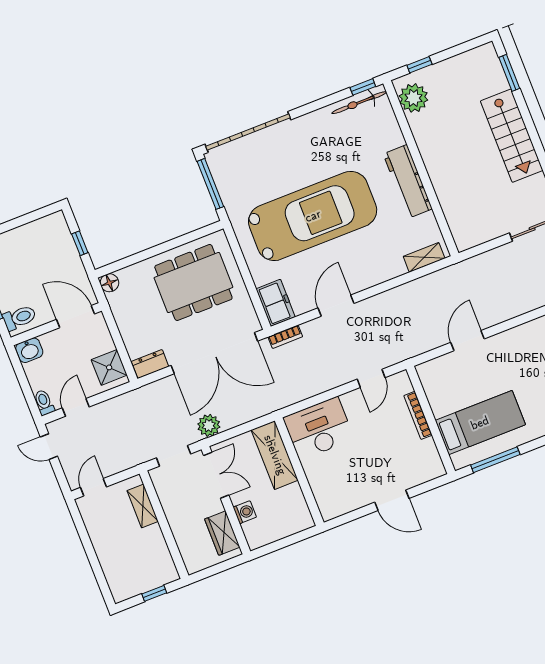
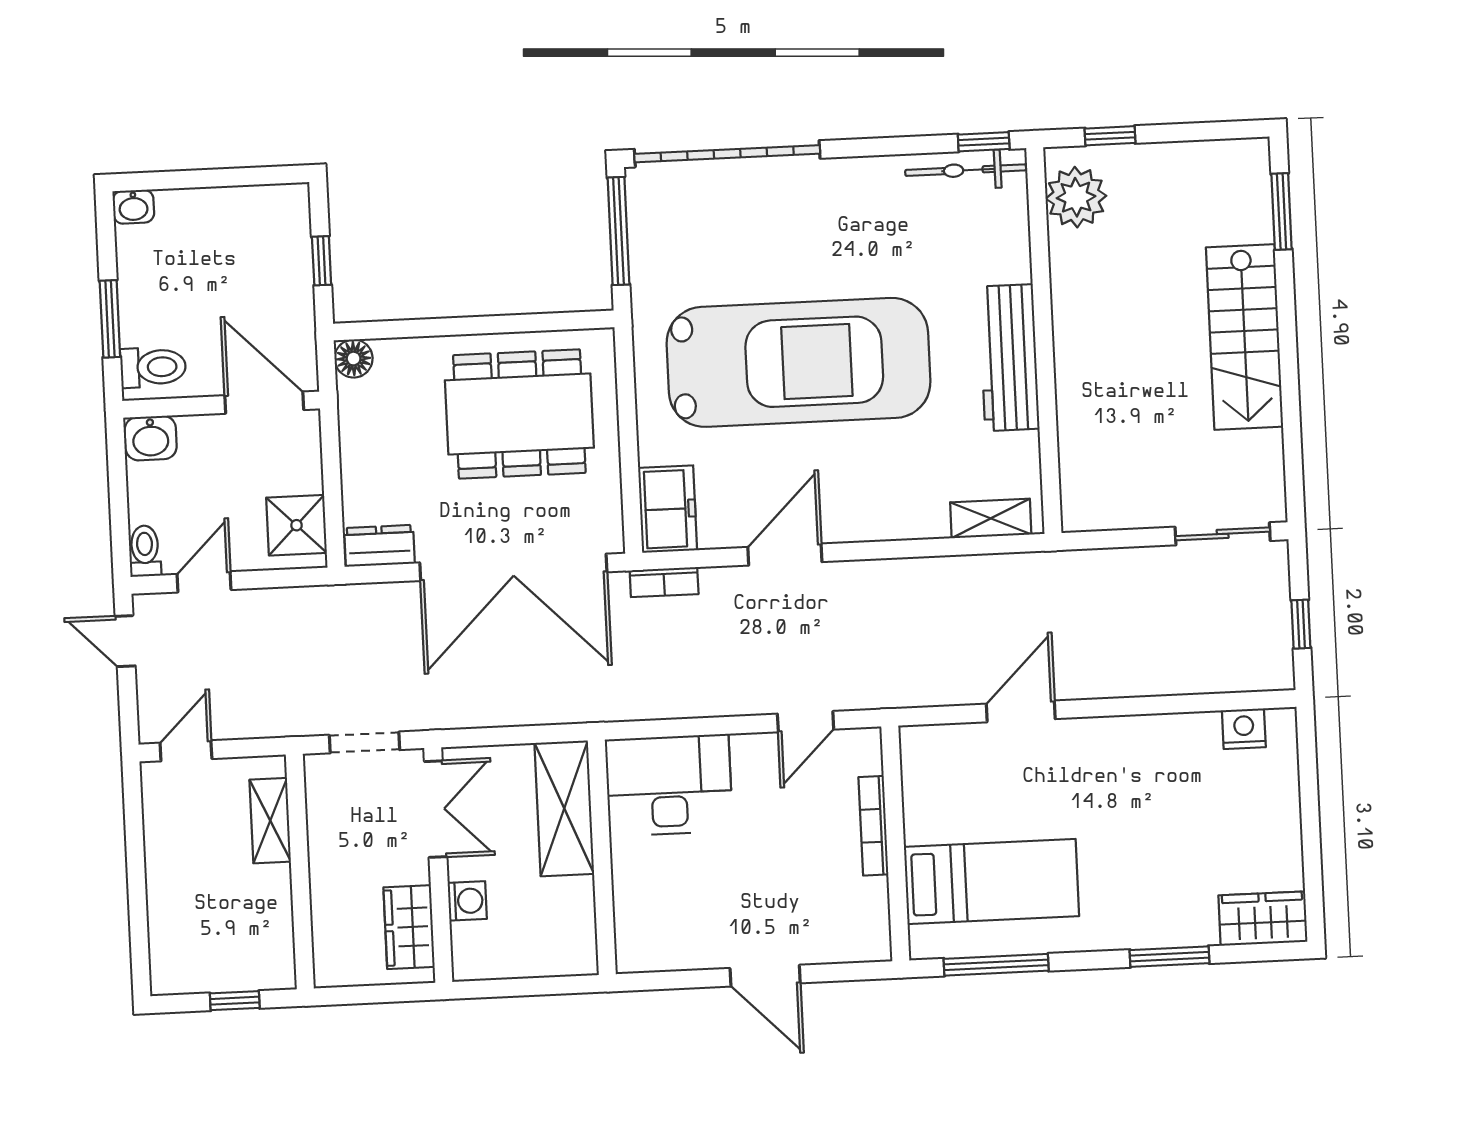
plant: (209, 425) -> (454, 706), removed

